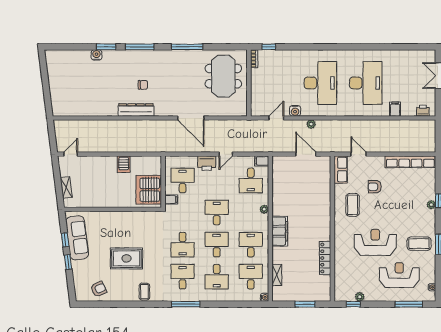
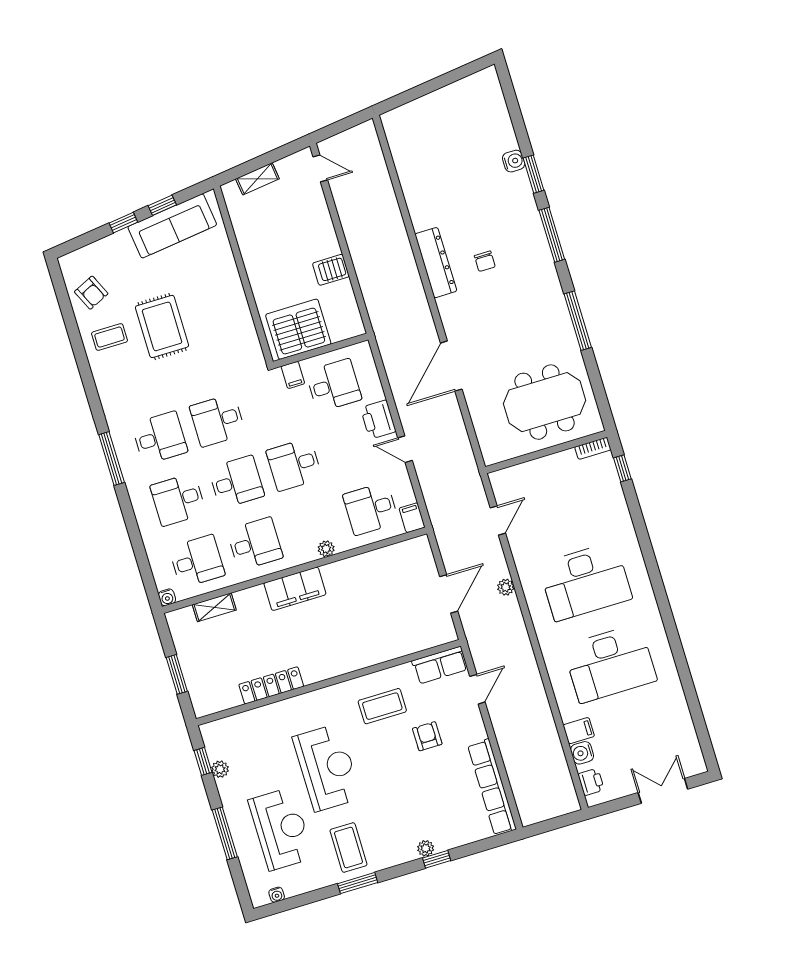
water cooler: (295, 111) -> (582, 753), moved
door: (276, 118) -> (498, 521), hinge flipped
desk: (217, 213) -> (294, 464), turned 180
coffee table: (144, 292) -> (109, 337), moved
window: (409, 304) -> (225, 833), moved

